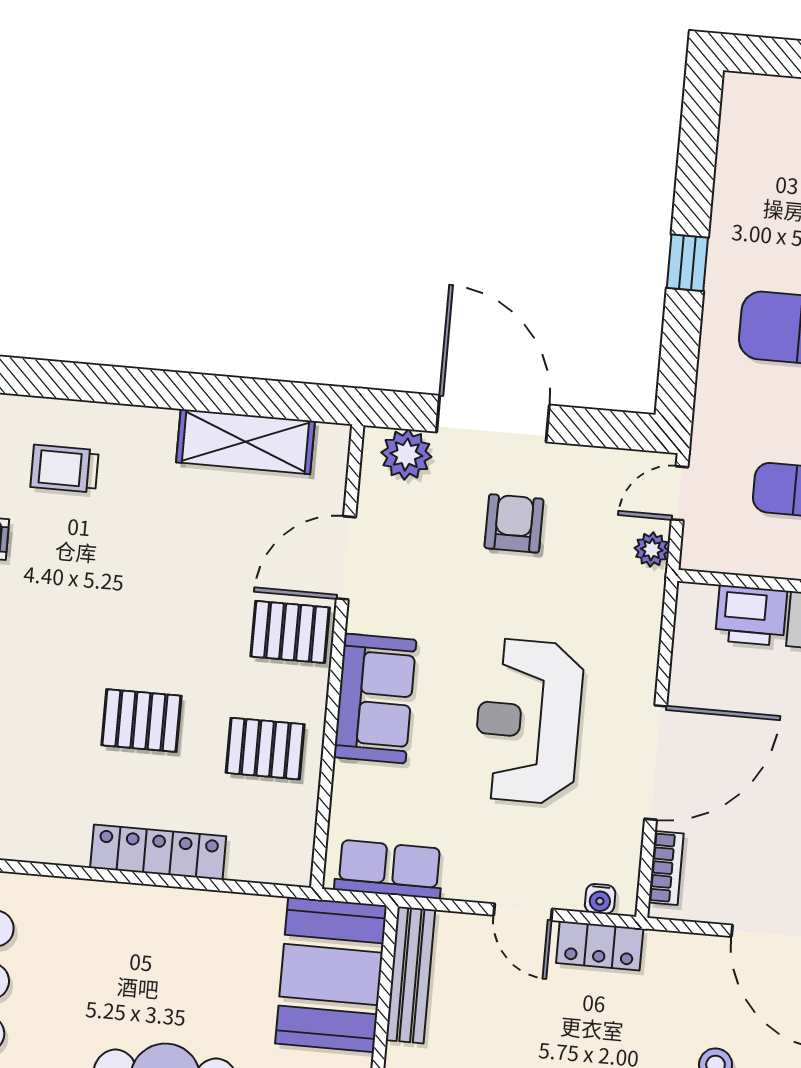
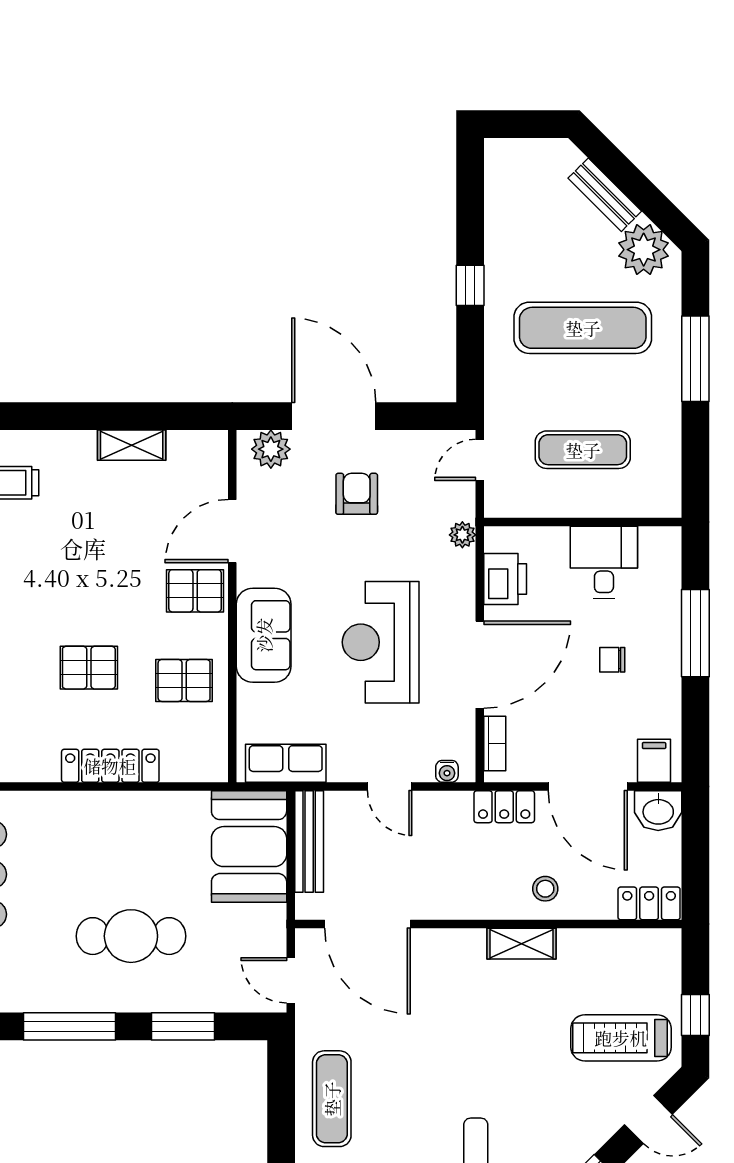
shelving: (245, 442) -> (132, 445), width x0.67, depth x0.75
plant: (652, 550) -> (462, 535), moved
printer: (751, 615) -> (505, 579), moved, turned -90
locker: (600, 946) -> (504, 807), moved

